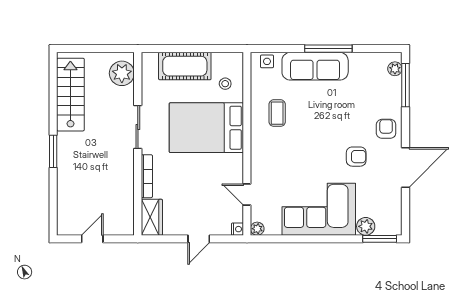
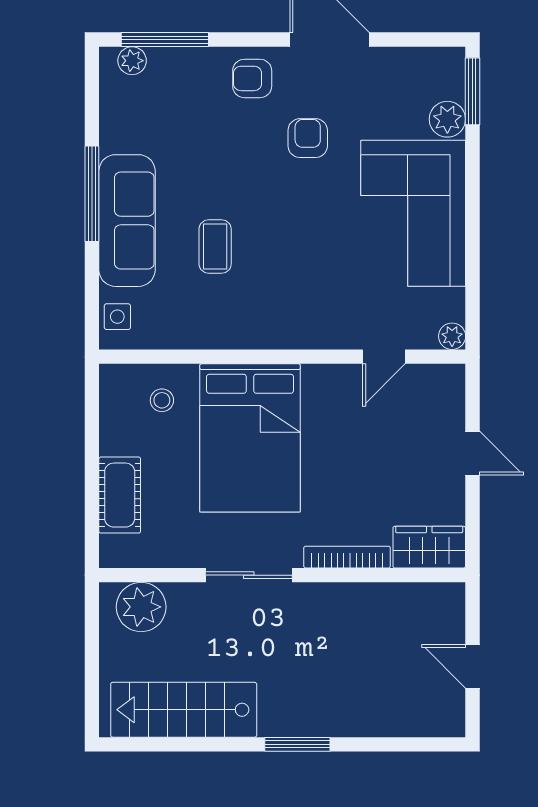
cot: (185, 66) -> (120, 495), width x0.73, depth x0.75
coffee table: (277, 113) -> (215, 247), moved, turned 90
nightstand: (238, 229) -> (453, 376), removed

